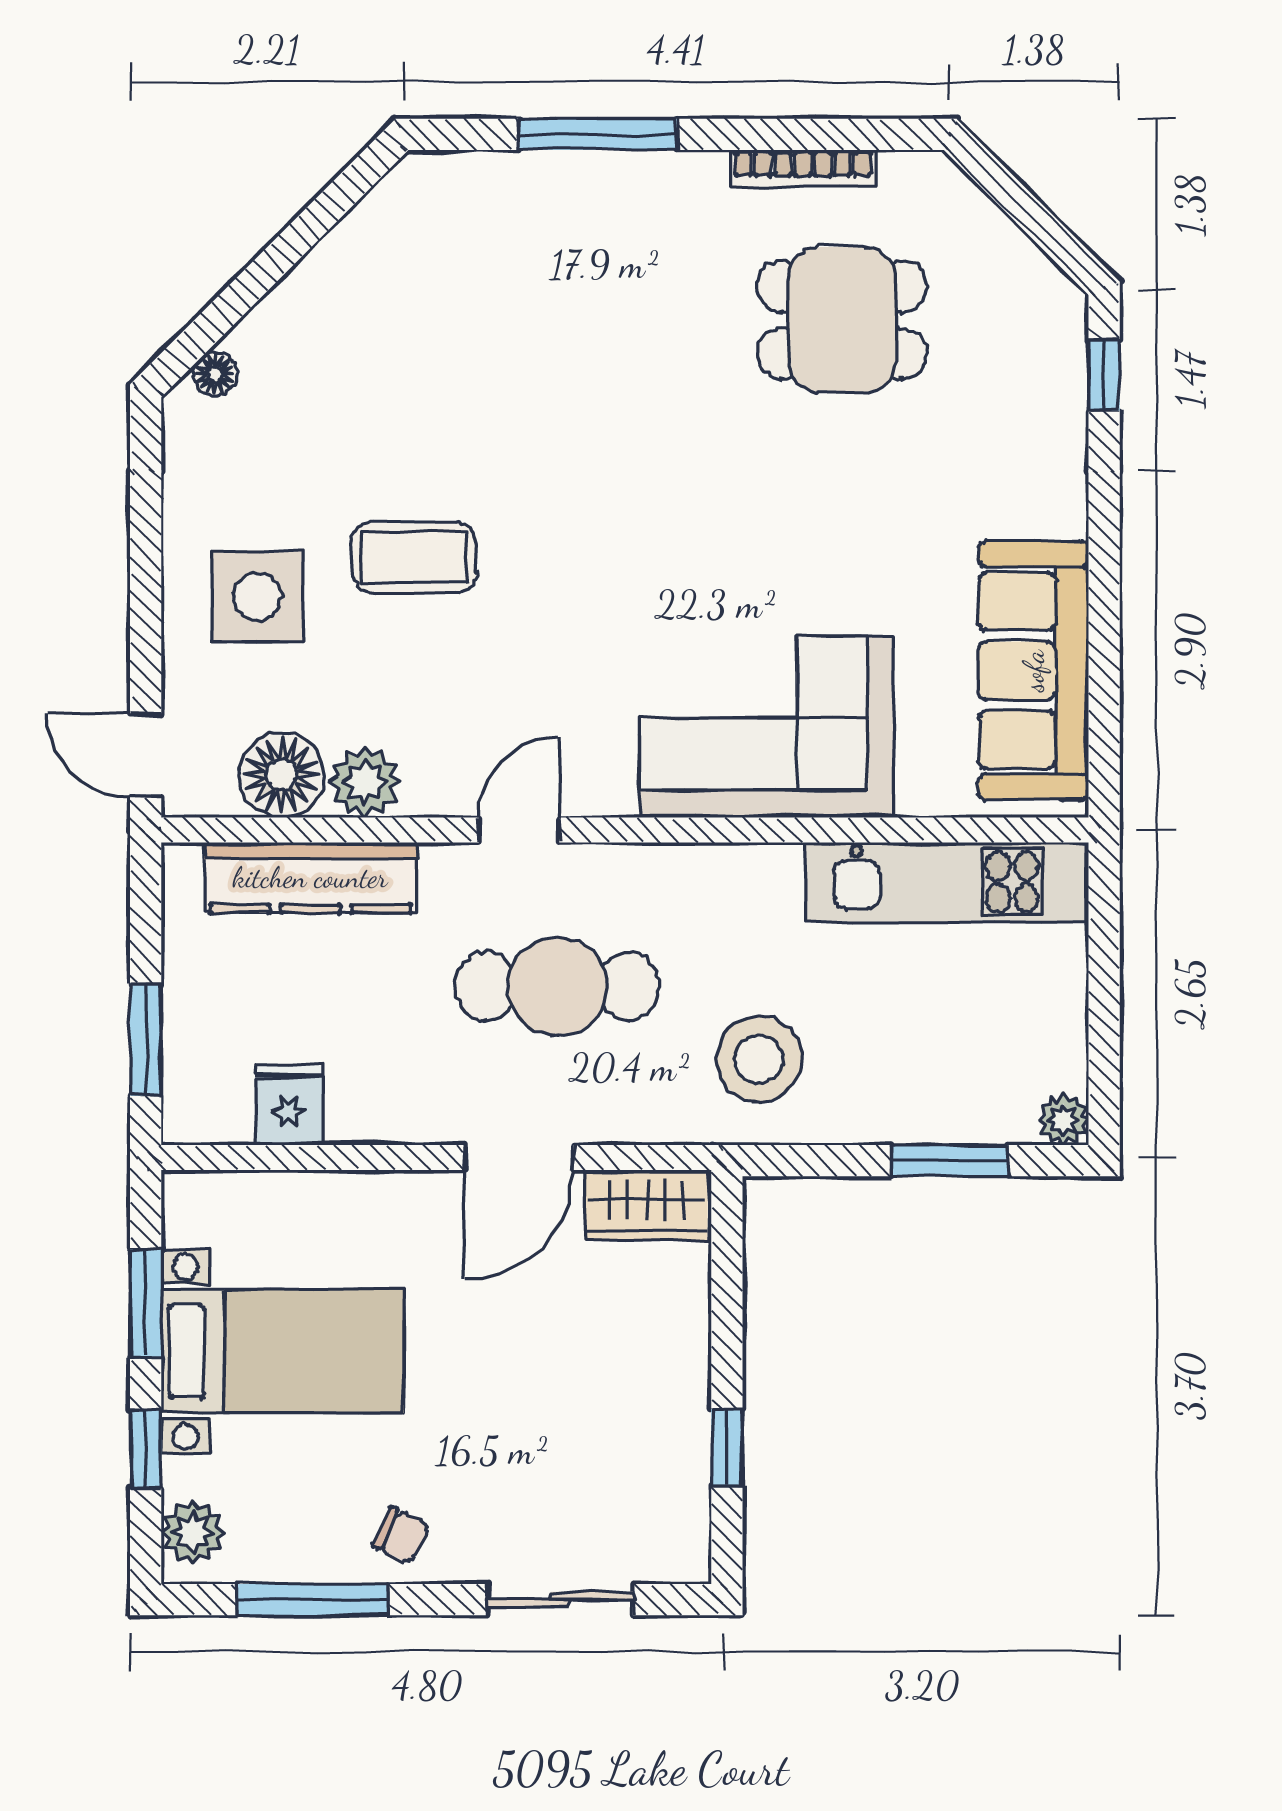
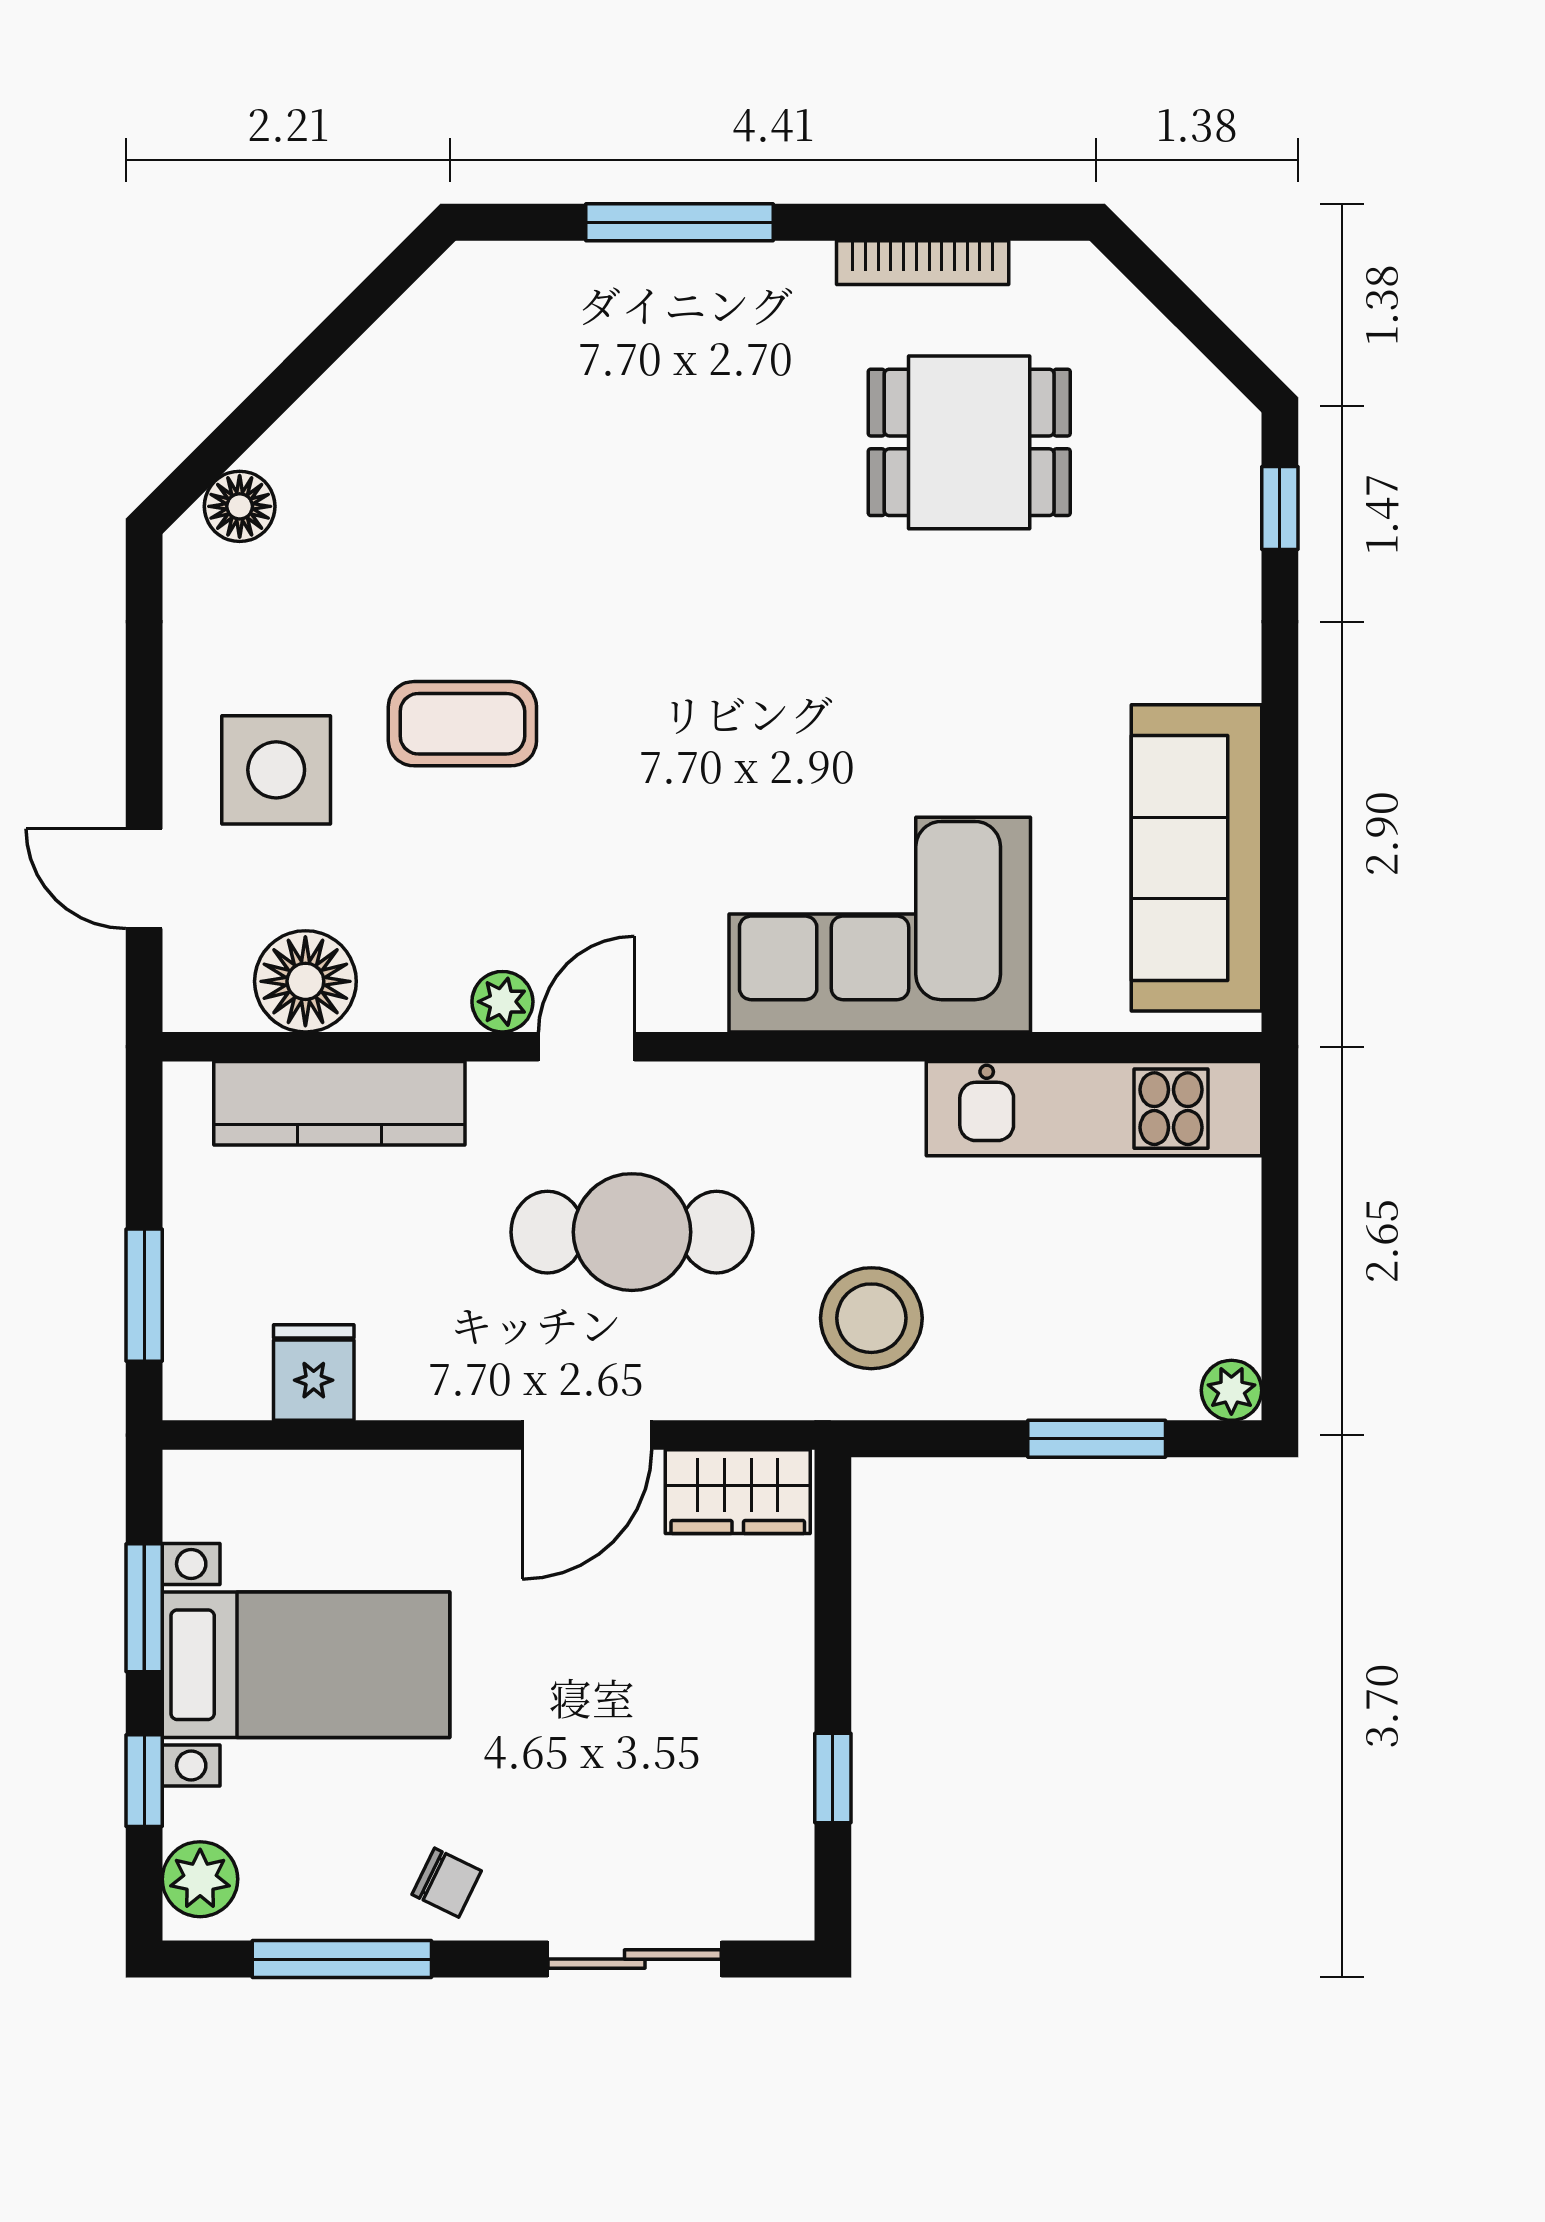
floor lamp: (215, 374) -> (240, 506), width x1.37, depth x1.37
door: (146, 755) -> (144, 879), moved
plant: (365, 782) -> (502, 1002), moved, width x0.73, depth x0.73

